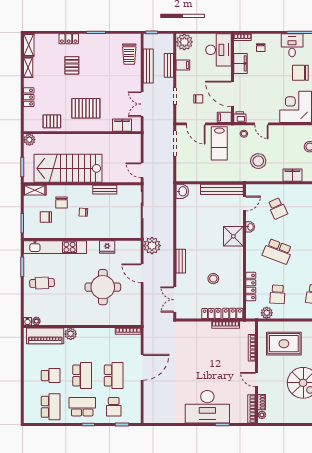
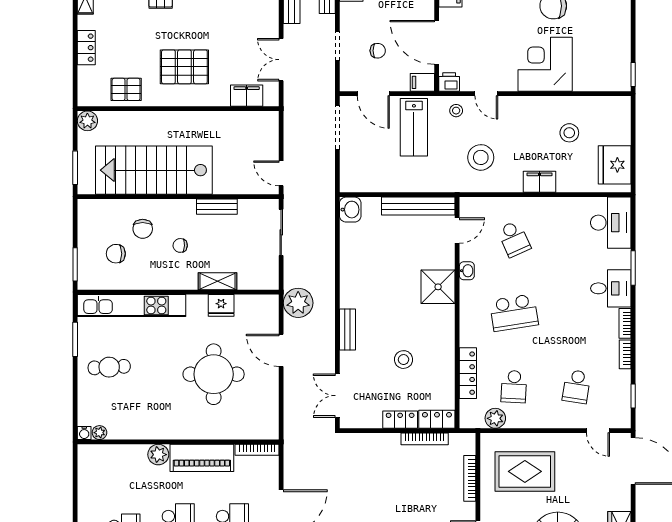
shelving: (35, 190) -> (218, 281), moved
school desk: (278, 251) -> (514, 313), turned -30
piano: (45, 336) -> (202, 458), moved

